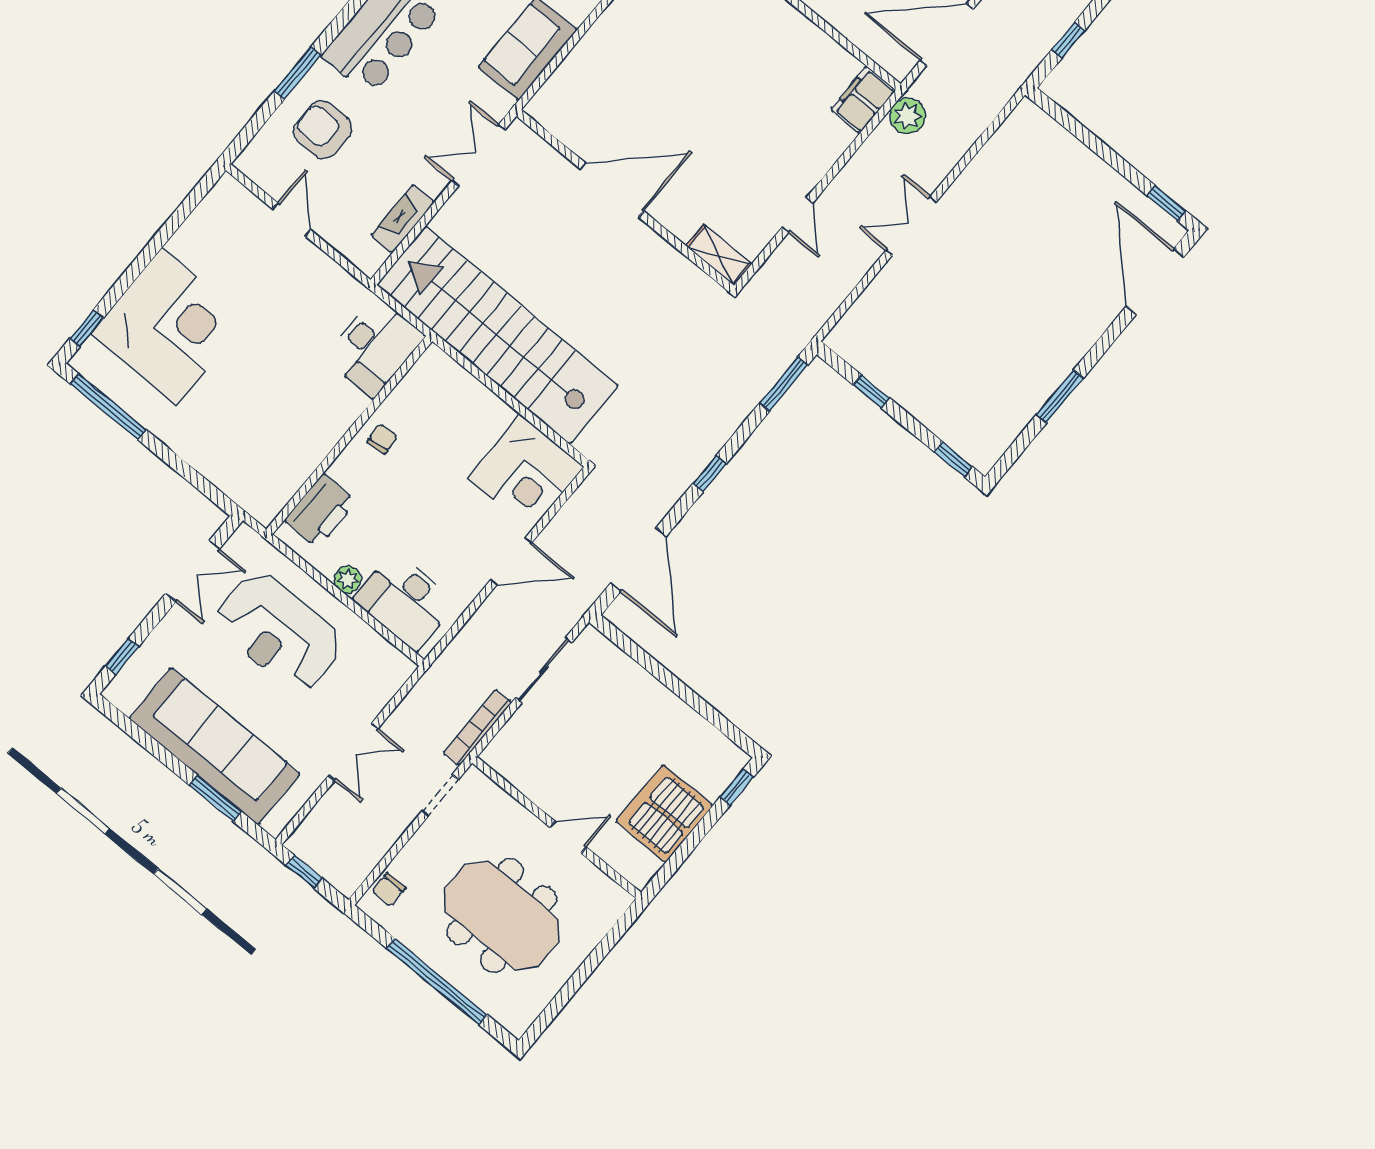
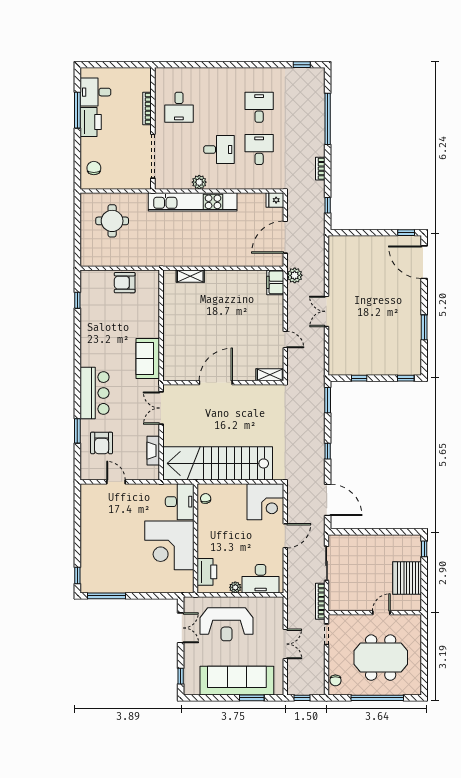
armchair: (323, 130) -> (102, 443), turned -90
corner desk: (169, 326) -> (169, 545), moved, turned 180
chair: (382, 439) -> (206, 498), moved

